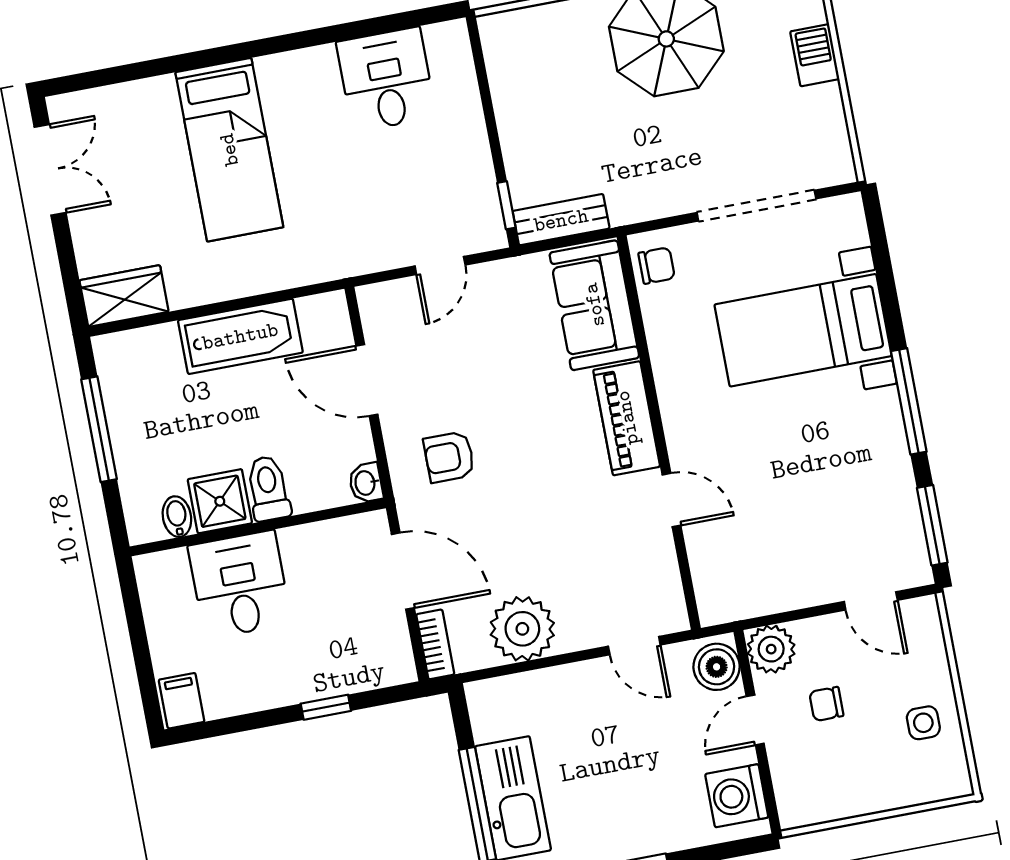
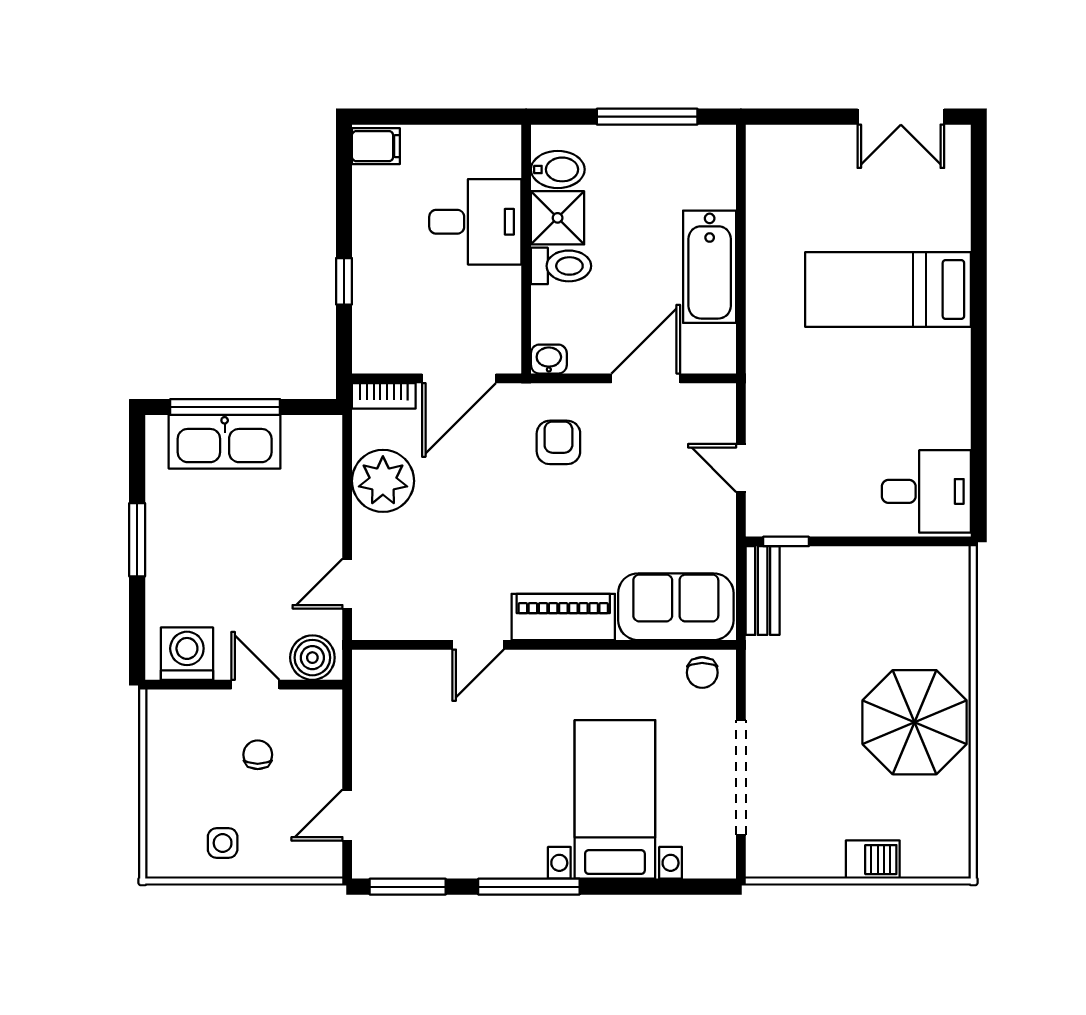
desk: (386, 79) -> (926, 491), moved
wardrobe: (124, 296) -> (769, 164), removed
bidet: (177, 517) -> (558, 169), width x1.38, depth x1.36
plant: (771, 649) -> (319, 712), removed

